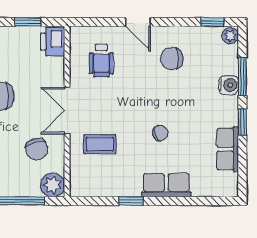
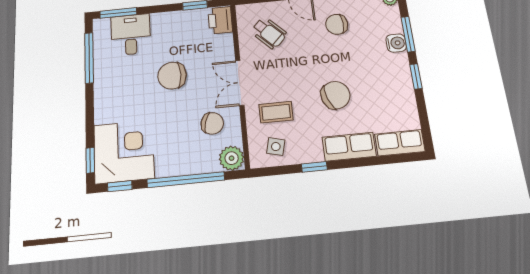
wheelchair: (101, 61) -> (269, 33), turned -45
chair: (160, 133) -> (335, 95), width x1.87, depth x1.87
chair: (37, 149) -> (212, 123), turned -59
row of seats: (227, 149) -> (400, 143), moved, turned 90
side table: (96, 178) -> (276, 147), added

